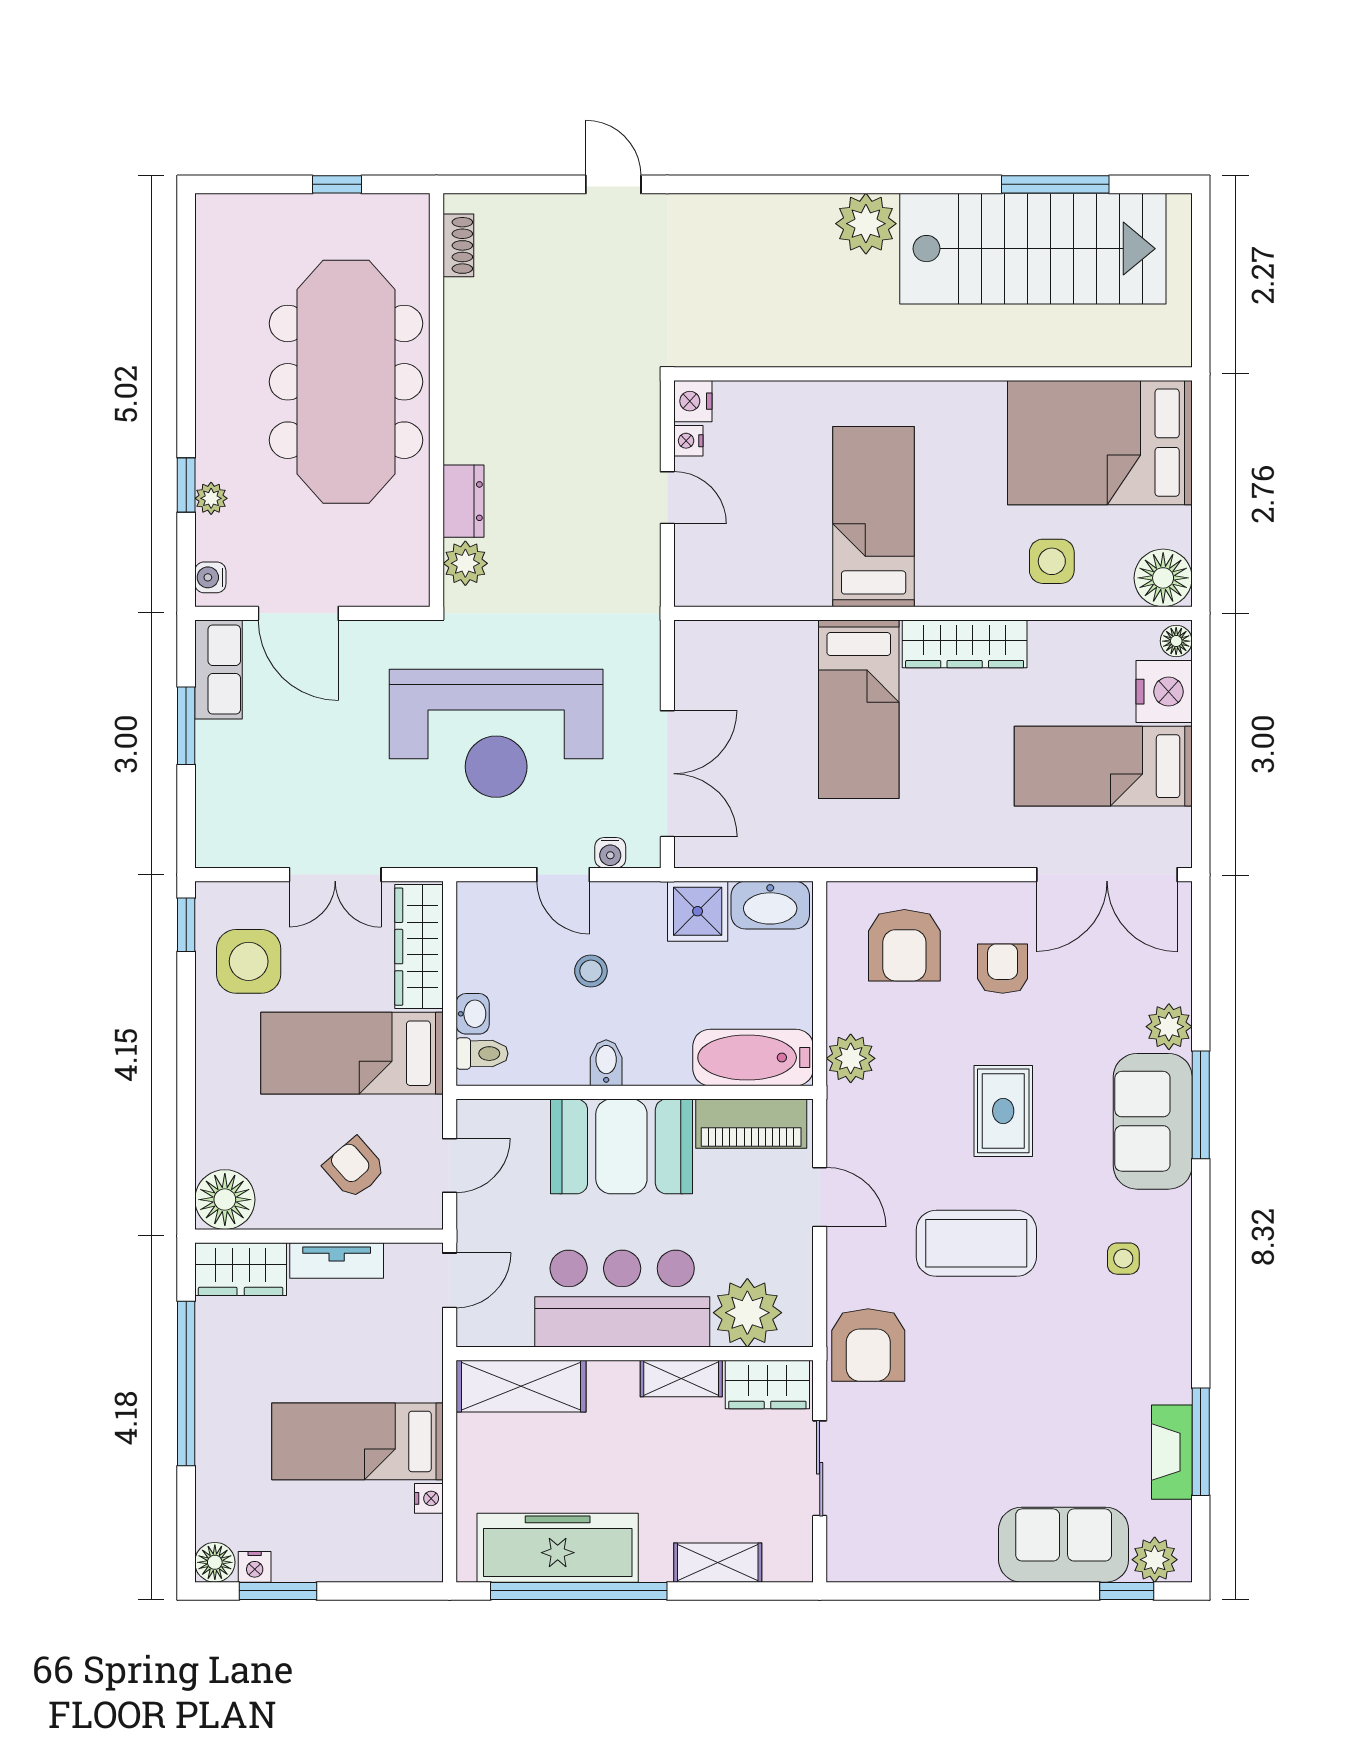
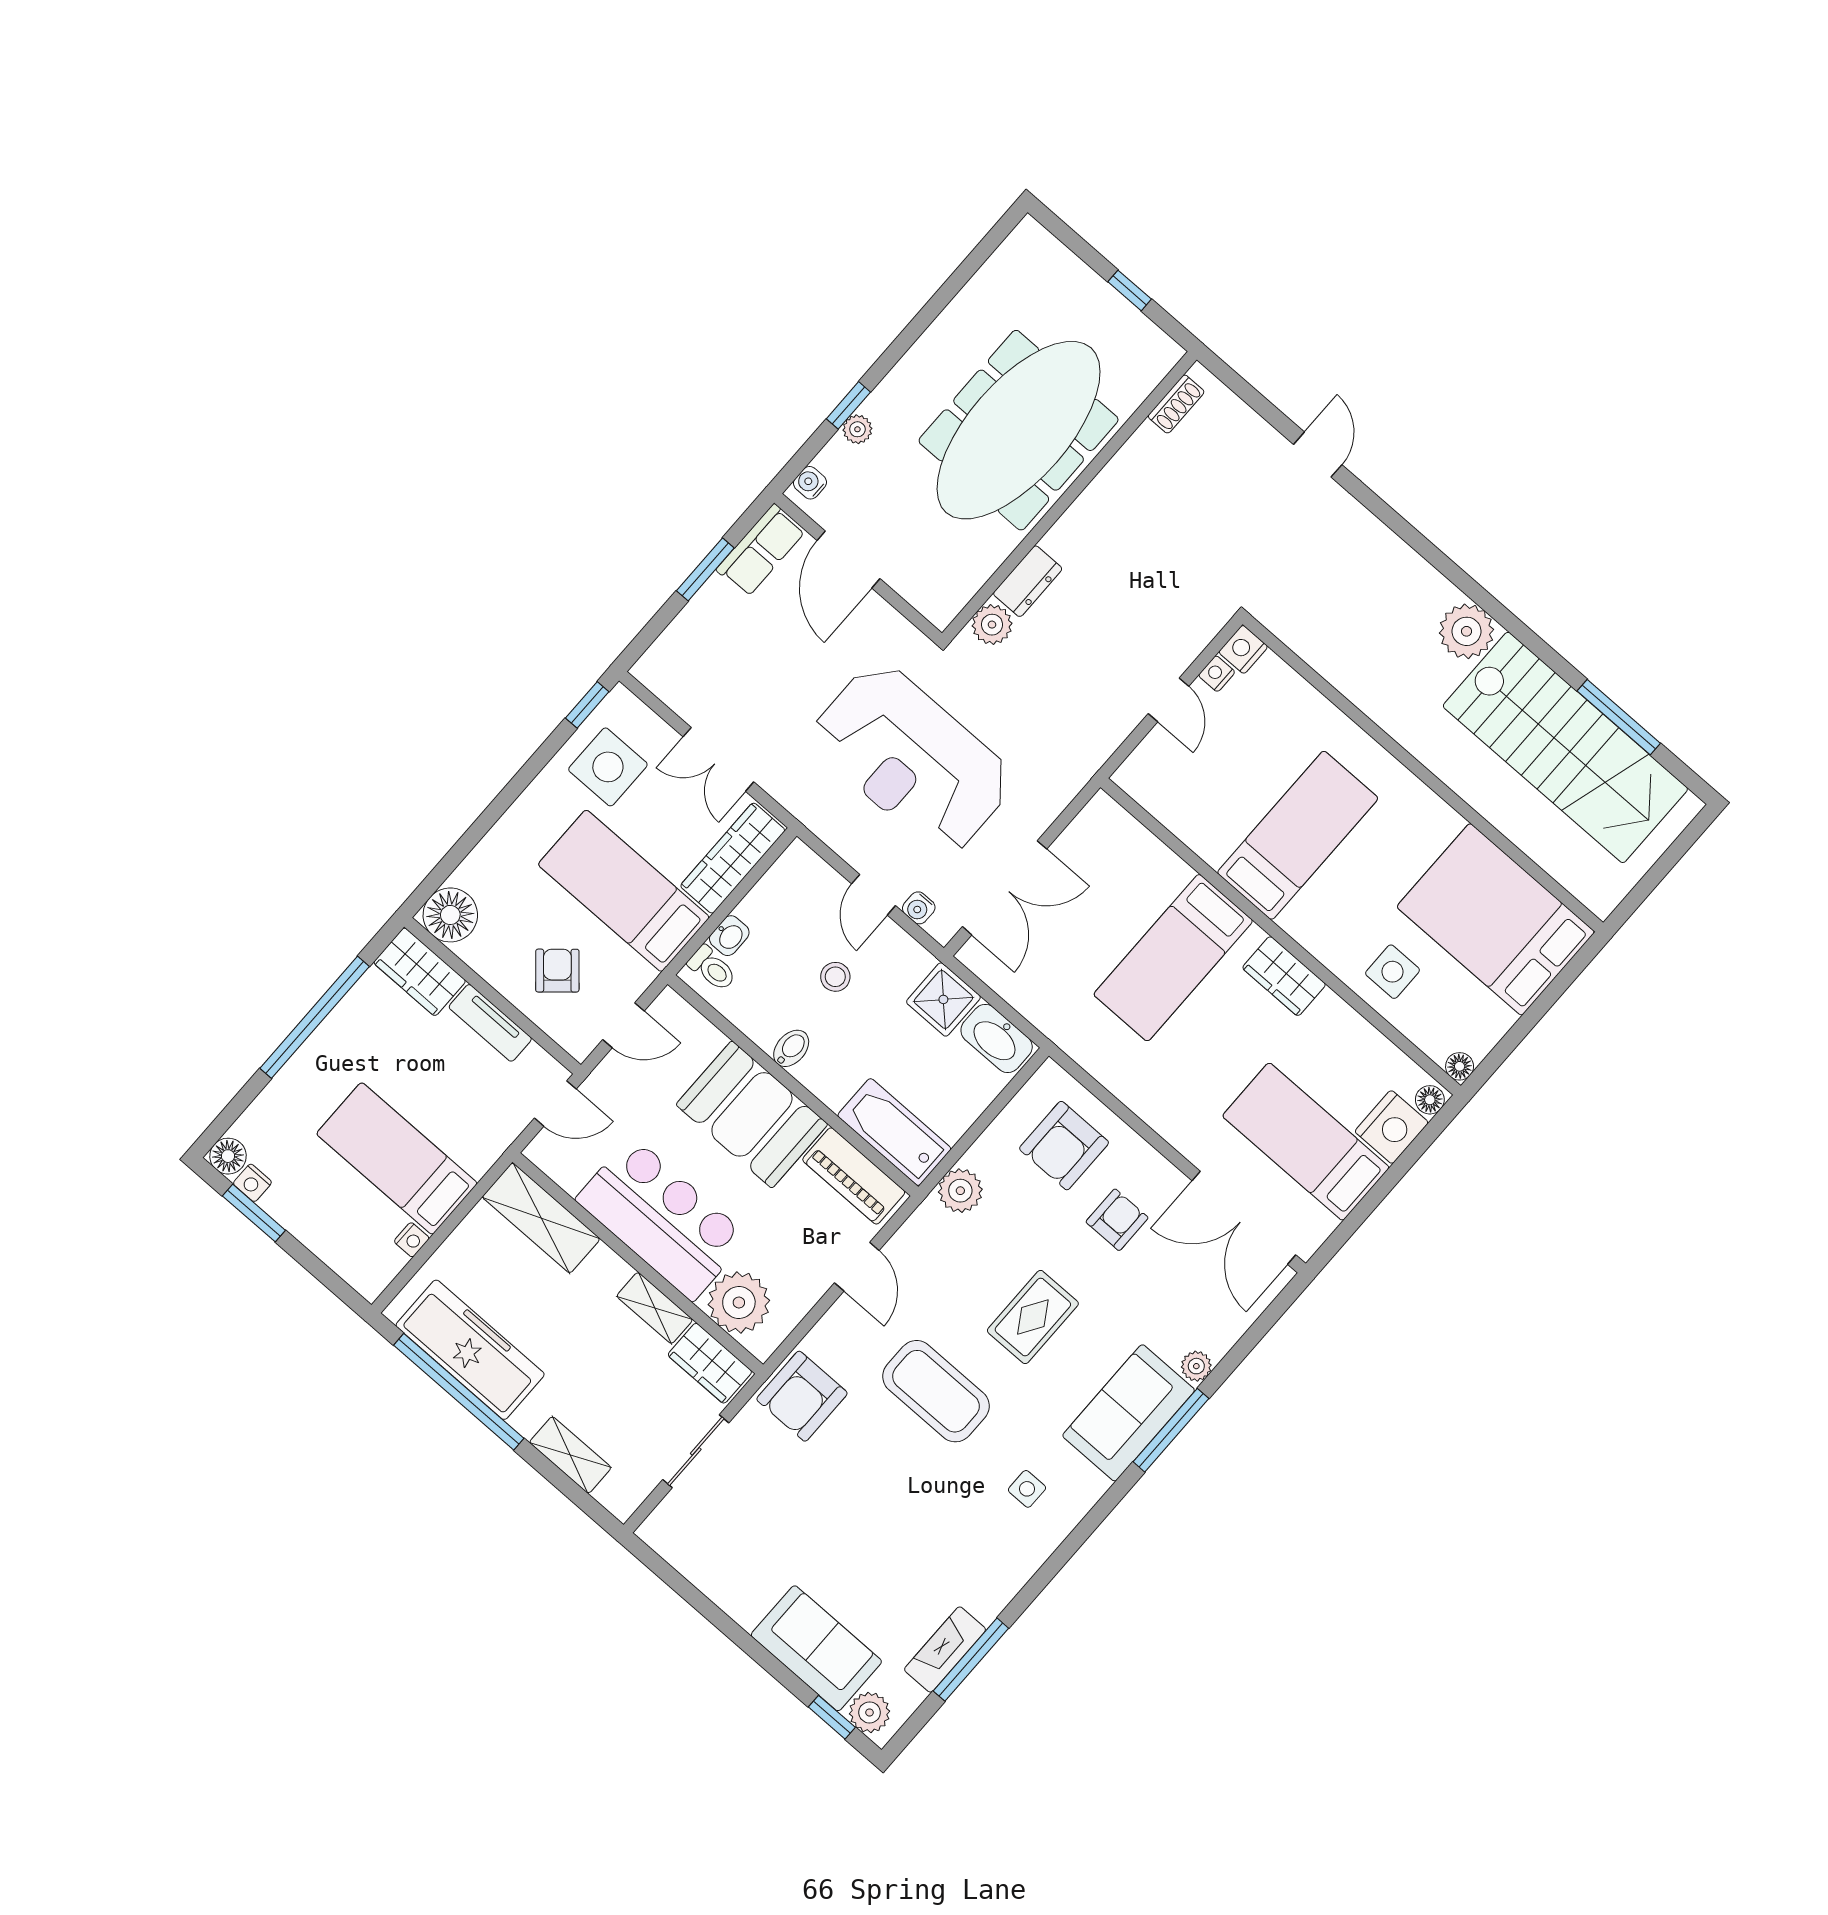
floor lamp: (1163, 578) -> (1460, 1066), width x0.53, depth x0.53
wardrobe: (965, 644) -> (1284, 976), width x0.67
plant: (1169, 1027) -> (1196, 1366), width x0.73, depth x0.73

